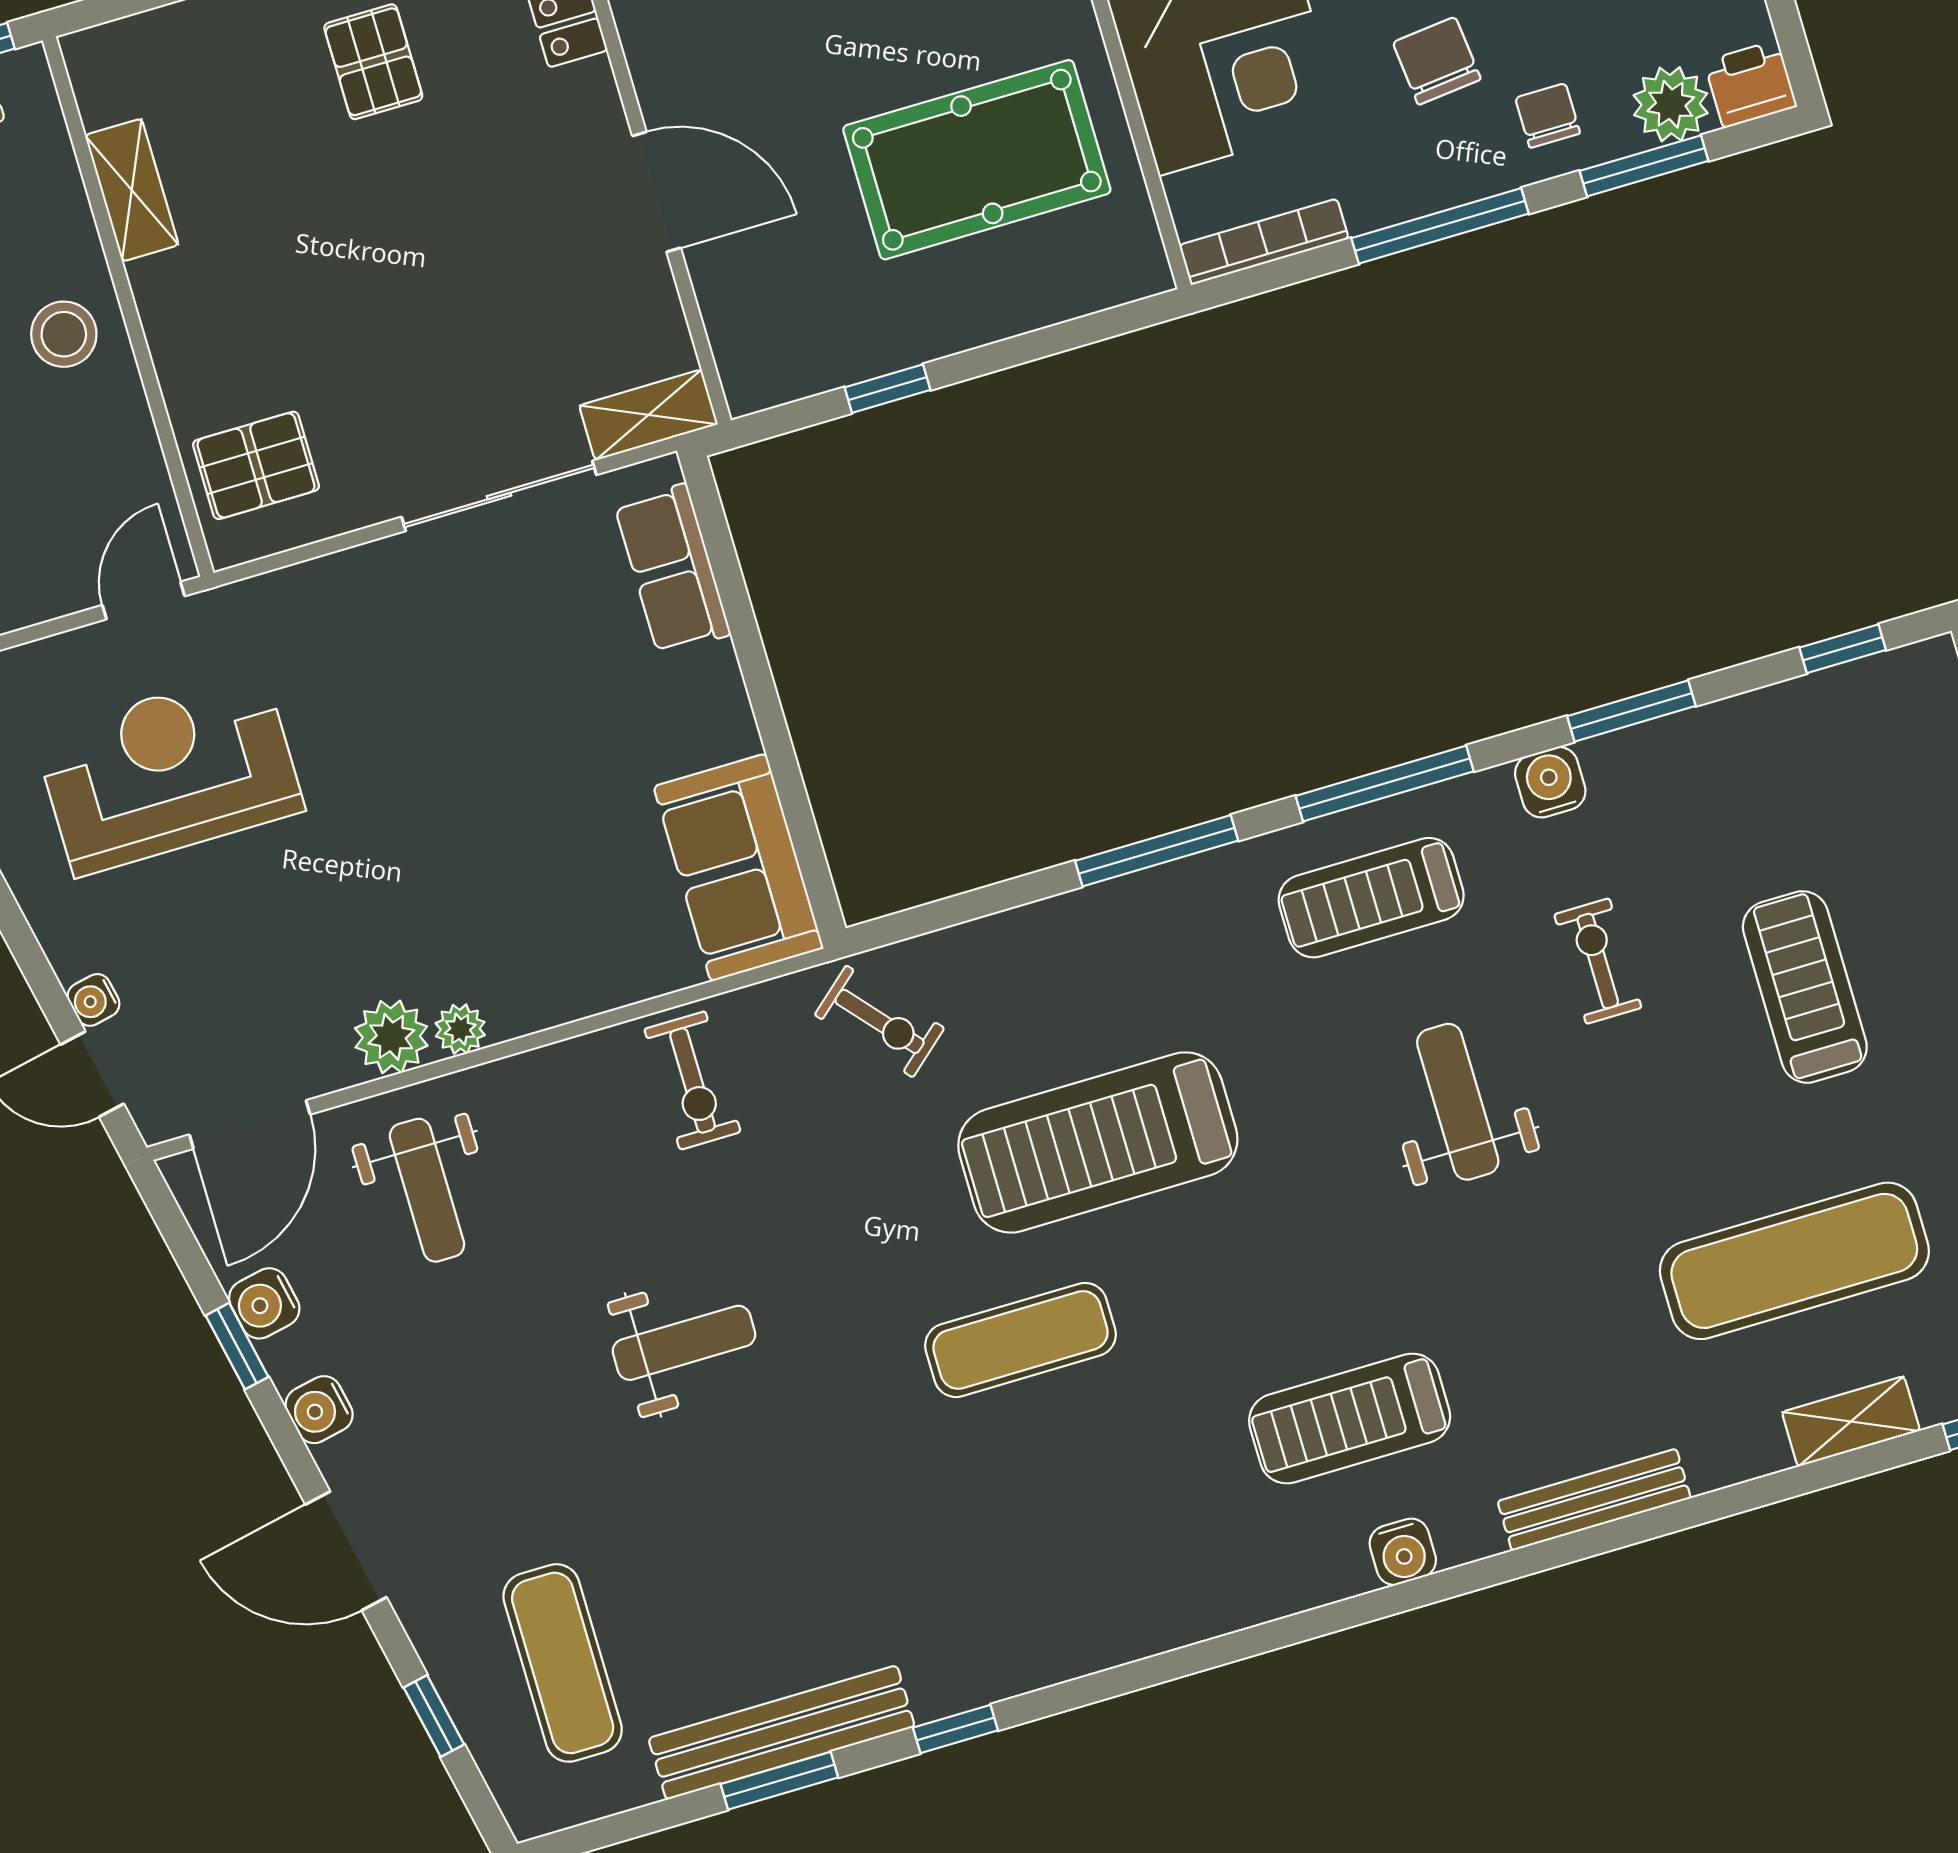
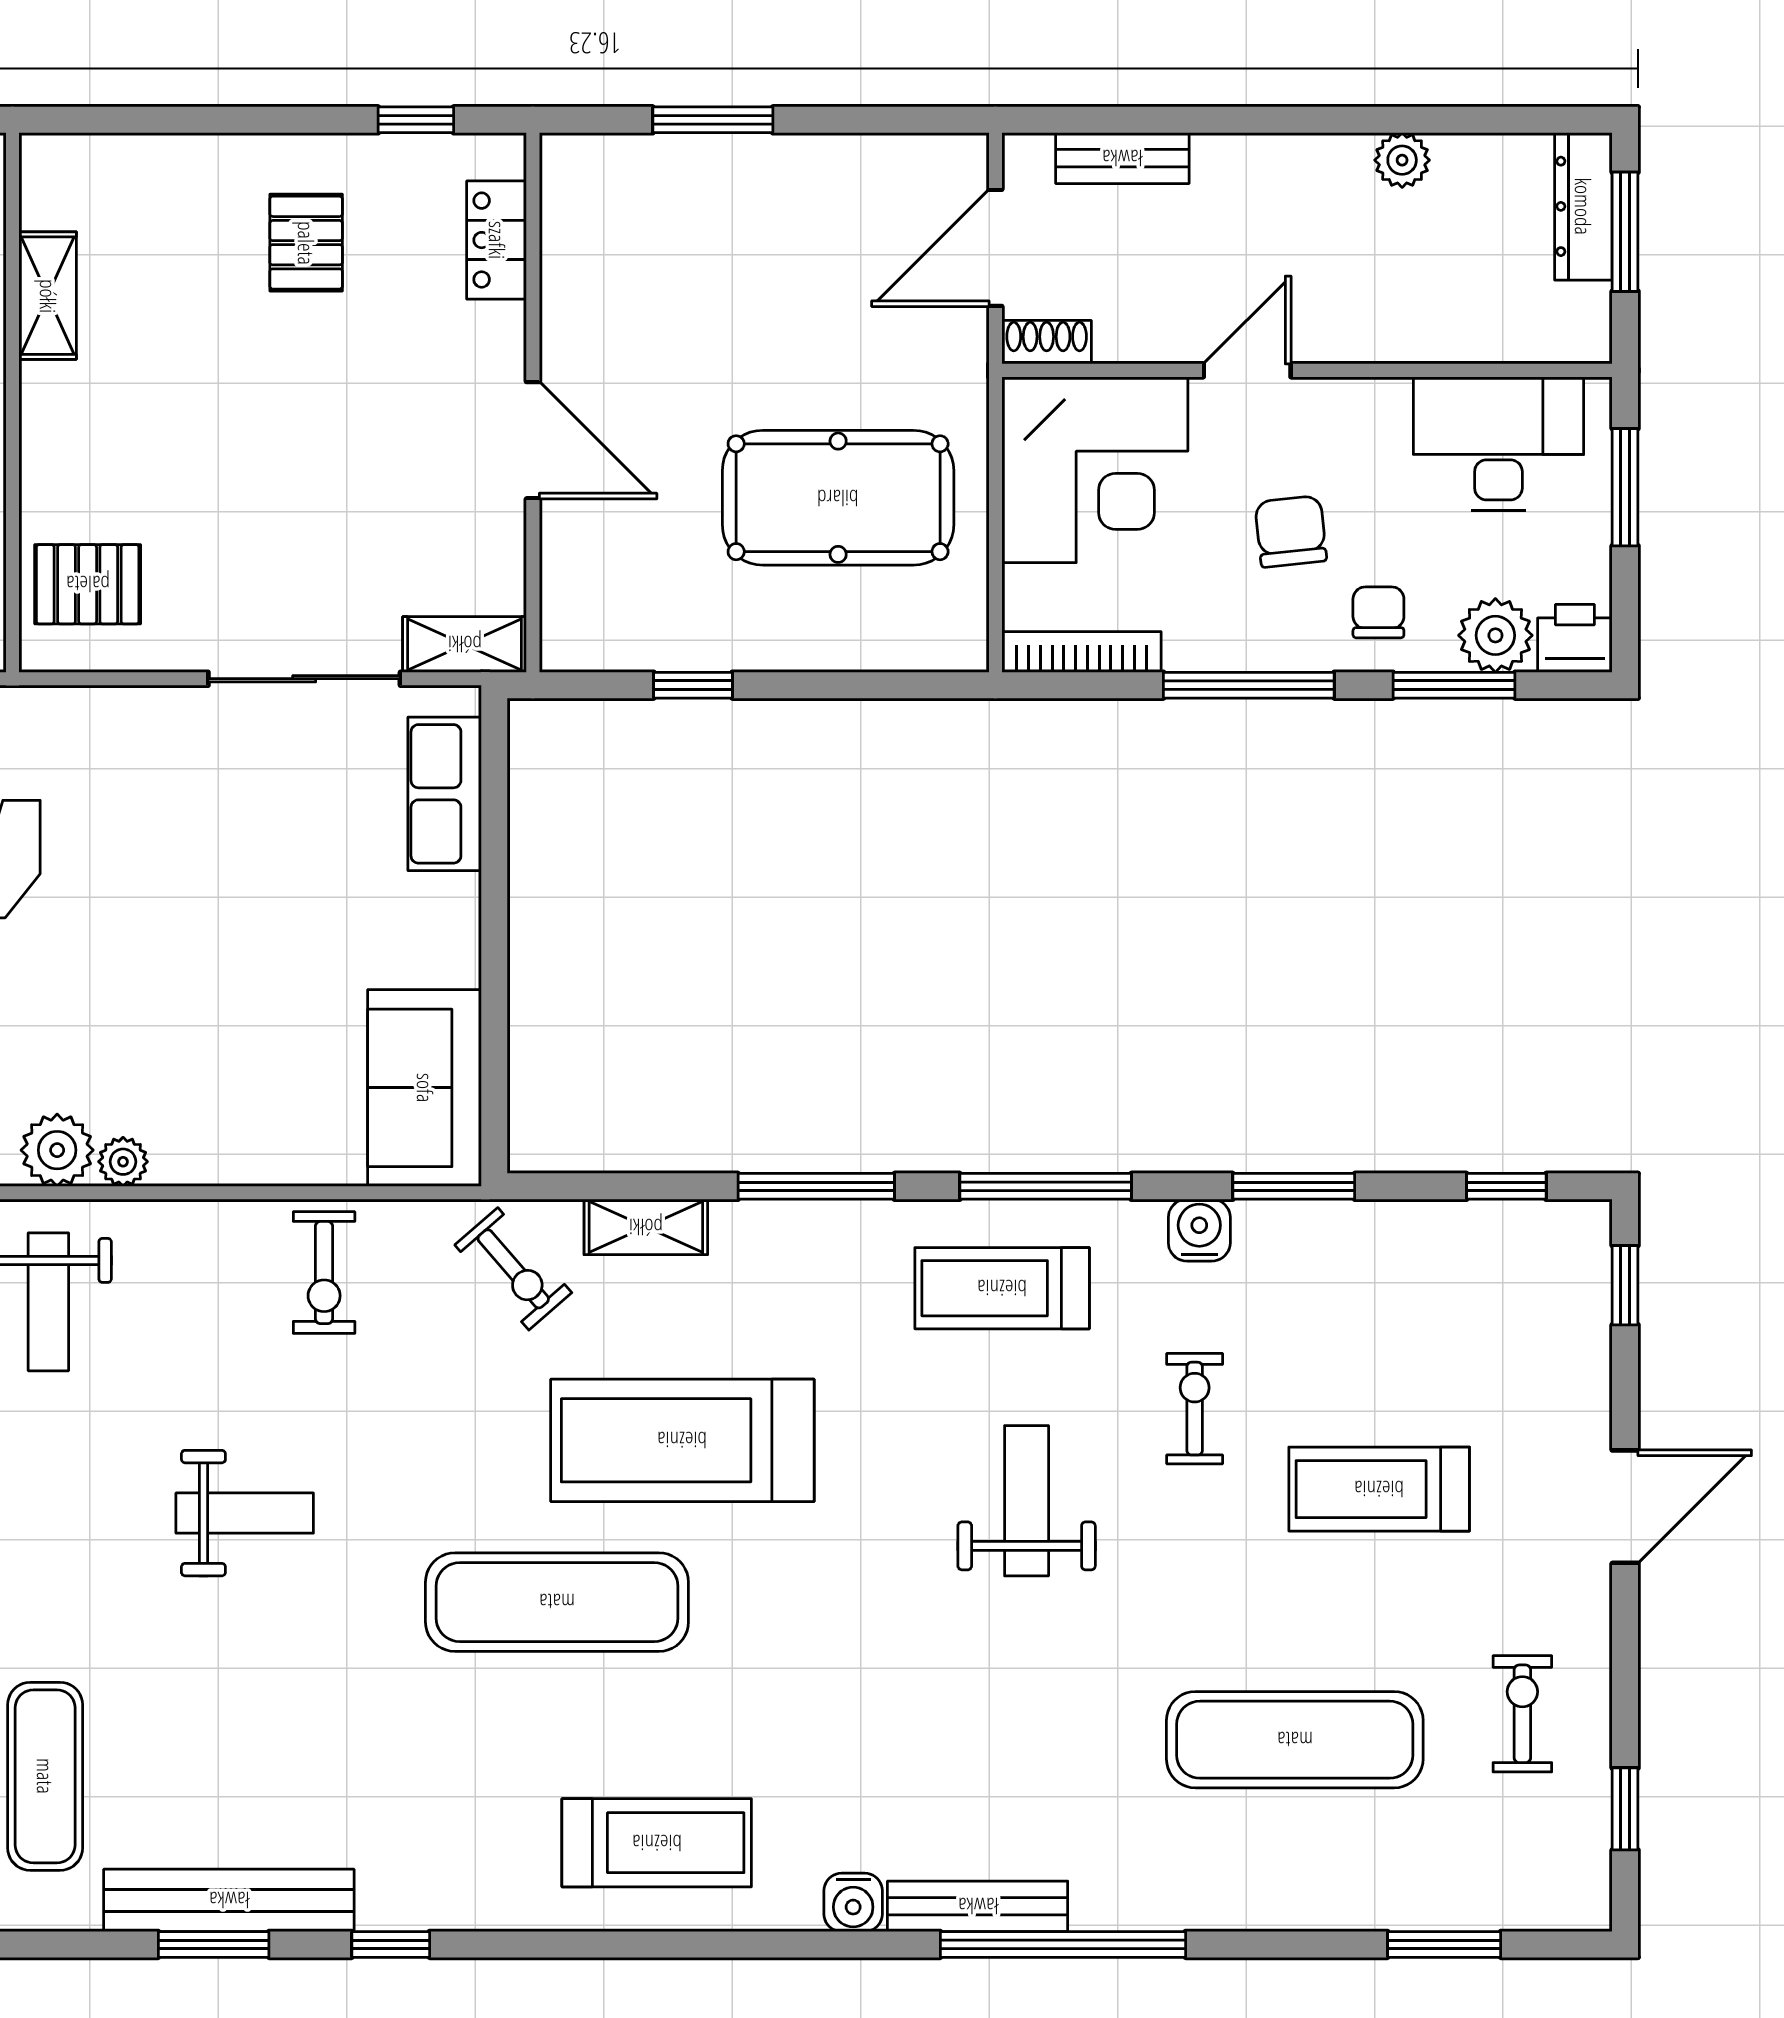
treadmill: (1805, 987) -> (1379, 1489), turned -90
exercise mat: (1021, 1340) -> (557, 1602), width x1.36, depth x1.45
treadmill: (1350, 1419) -> (657, 1843), moved, turned 180
shelving: (1851, 1421) -> (646, 1227), moved
bench: (1594, 1500) -> (978, 1906), moved
window: (1624, 1532) -> (1063, 1944), added

